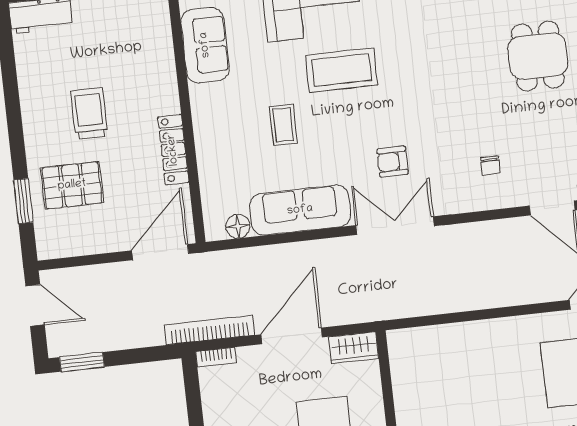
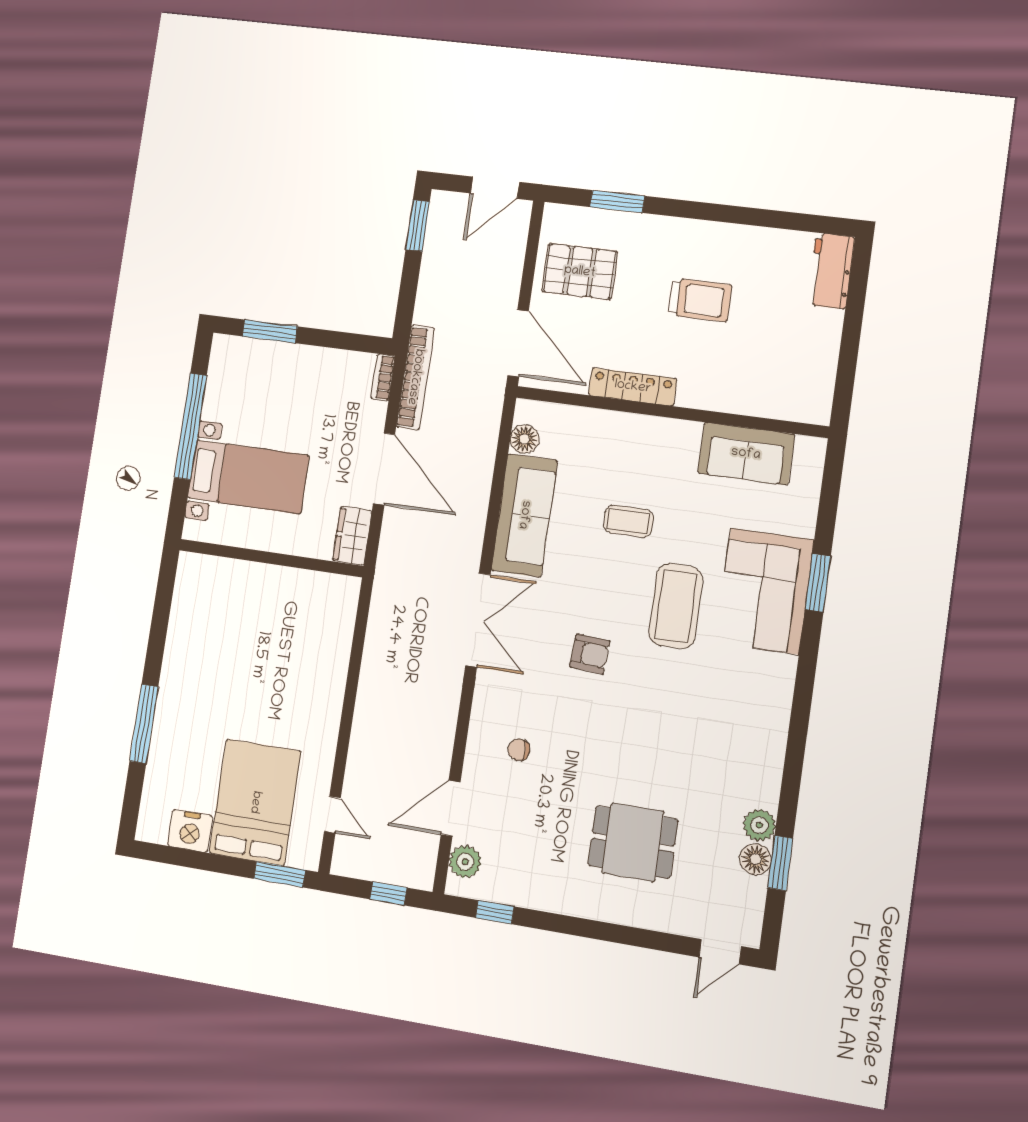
armchair: (392, 162) -> (590, 654), moved, turned 94
pallet: (72, 185) -> (580, 272), moved, turned 90

